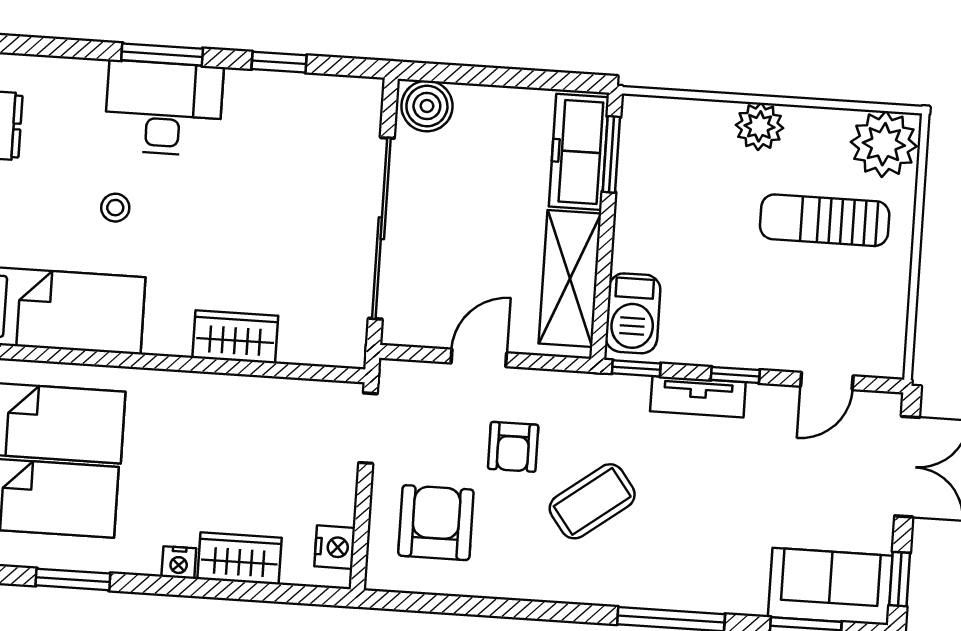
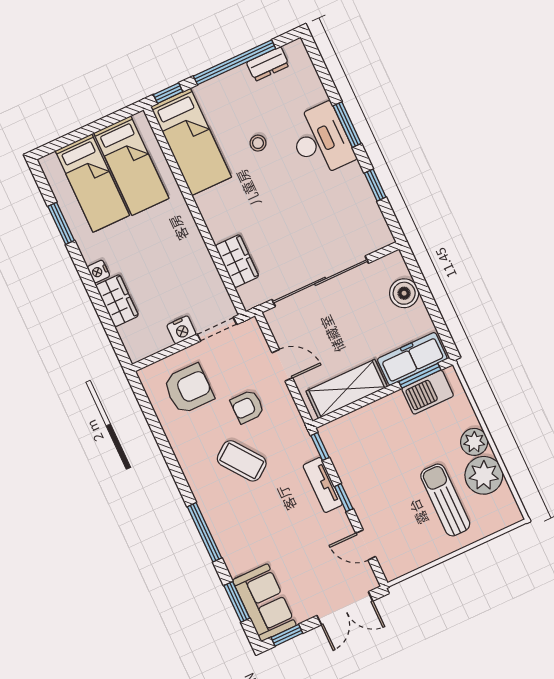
boiler: (427, 106) -> (404, 293), moved
plant: (884, 144) -> (484, 475), moved
barbecue: (633, 313) -> (428, 392), moved
wardrobe: (235, 337) -> (237, 261), moved
nightstand: (335, 547) -> (181, 330), moved

